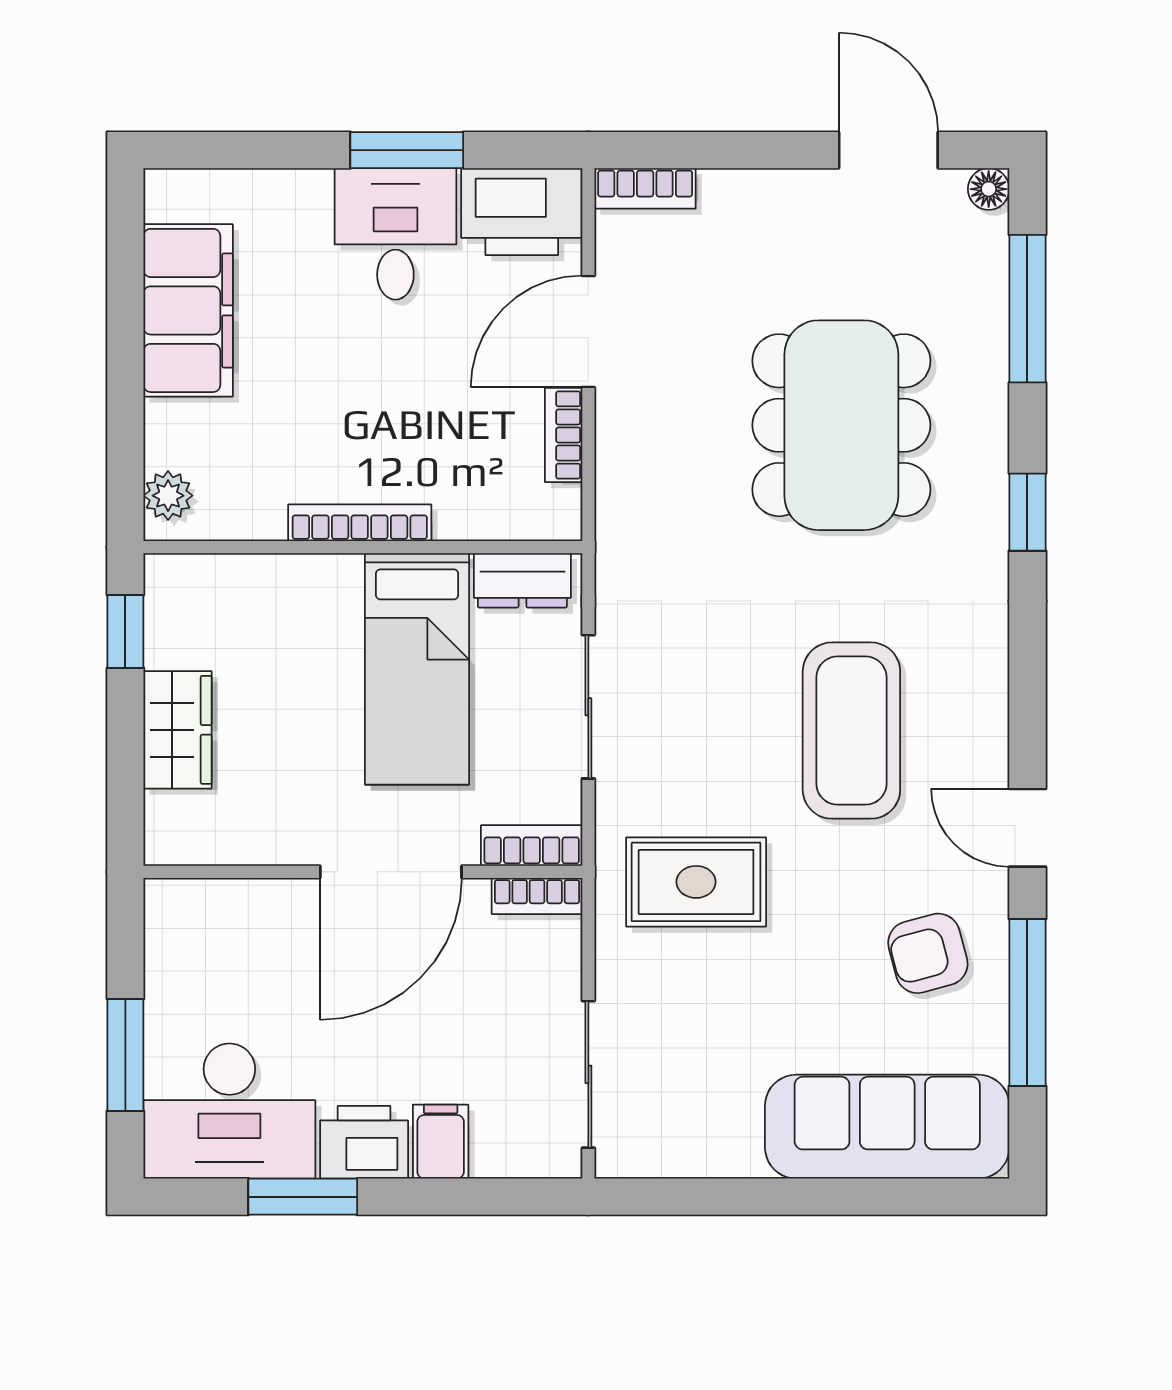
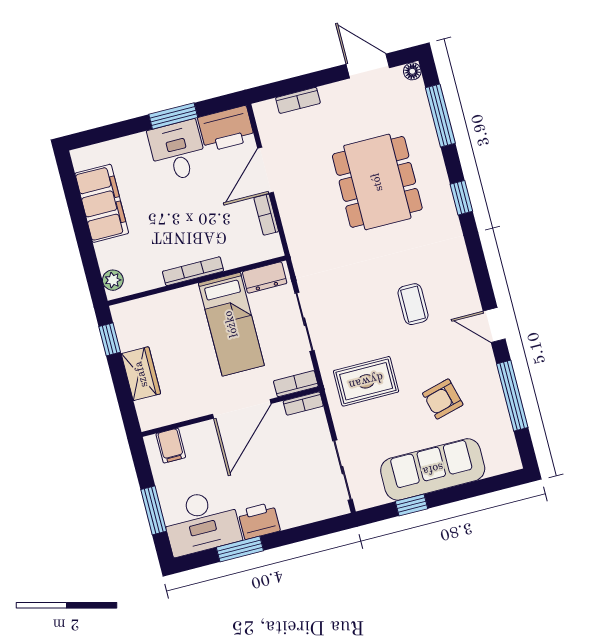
bookcase: (645, 188) -> (298, 100), moved
coffee table: (851, 731) -> (413, 304), width x0.54, depth x0.58
armchair: (928, 953) -> (443, 399), moved
sofa: (887, 1127) -> (433, 469), moved
filing cabinet: (441, 1142) -> (171, 446), moved, turned 180
window: (728, 1197) -> (412, 505), added

